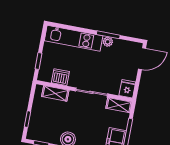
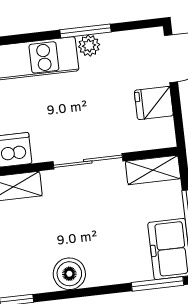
fridge: (127, 89) -> (154, 103), moved, turned -90

